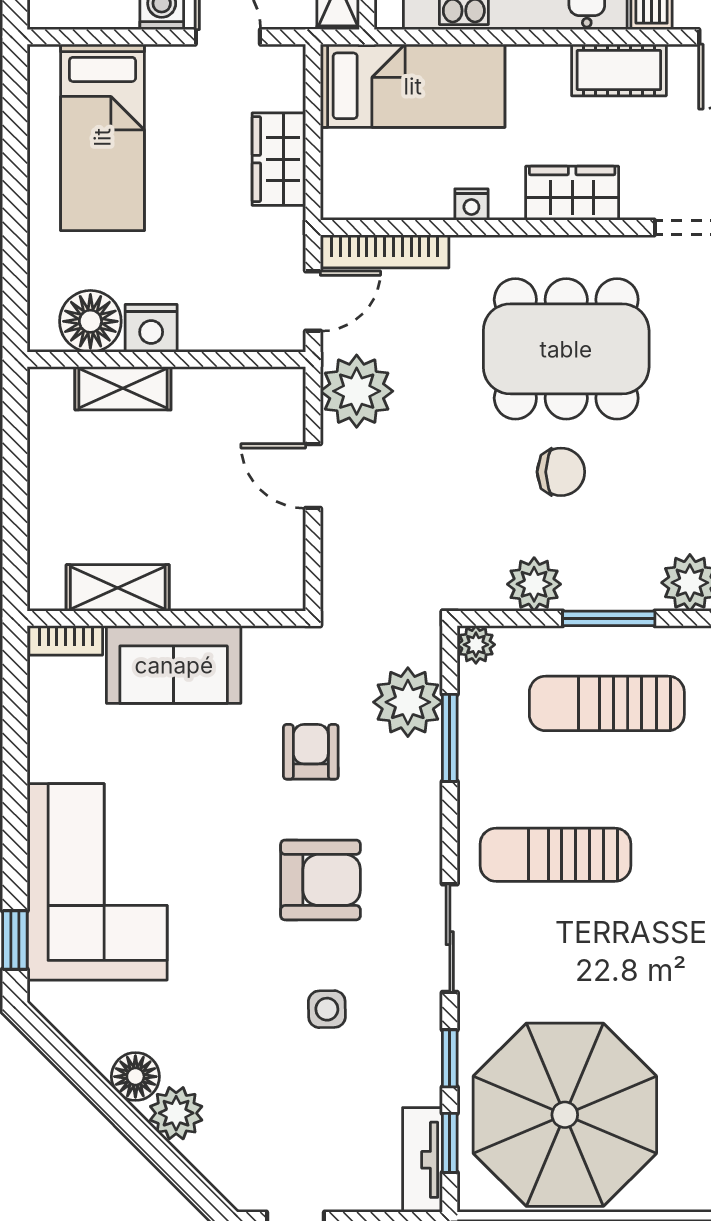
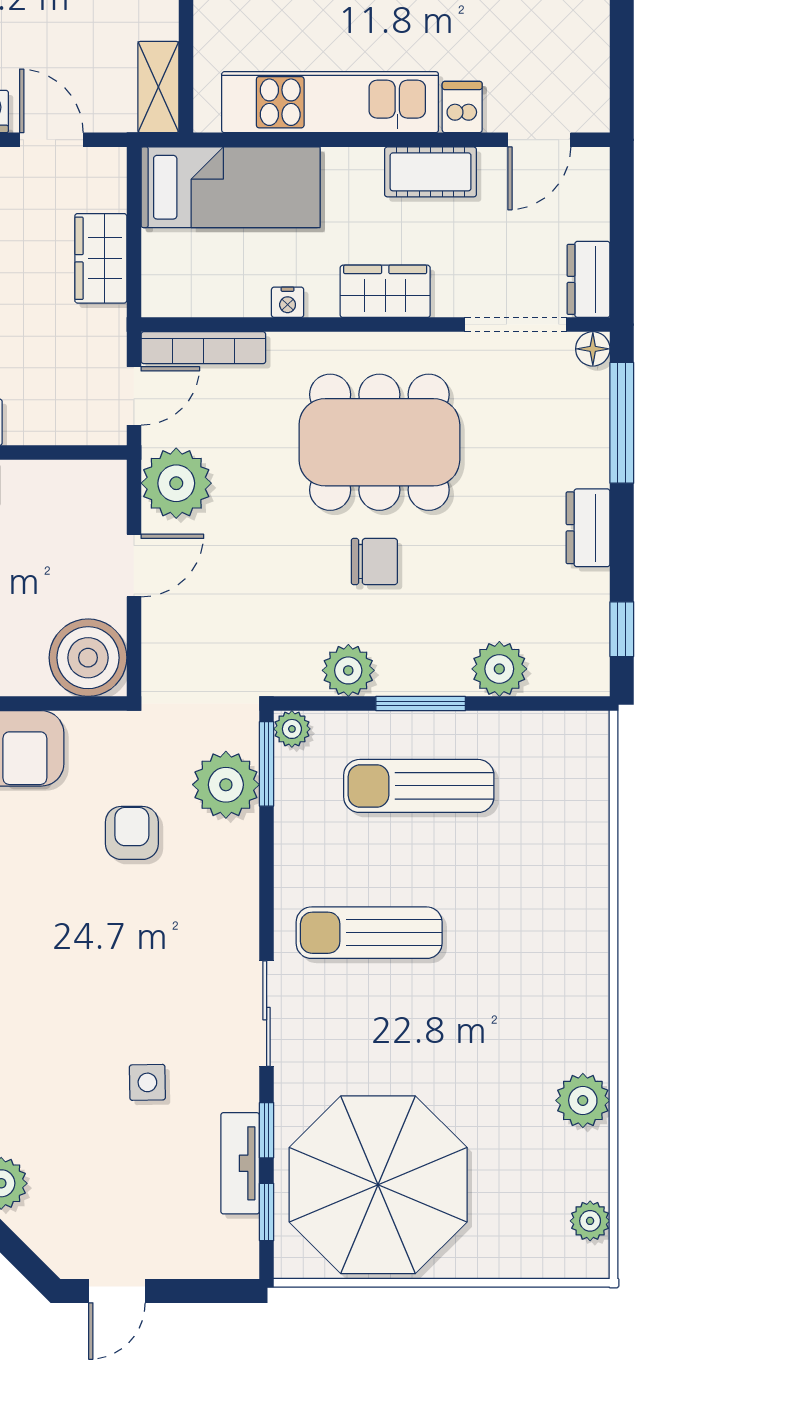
door: (313, 476) -> (134, 566), swing flipped
boiler: (266, 571) -> (88, 658), added
window: (450, 738) -> (267, 764), moved
armchair: (321, 880) -> (141, 957), removed
tv unit: (422, 1160) -> (240, 1163), moved

